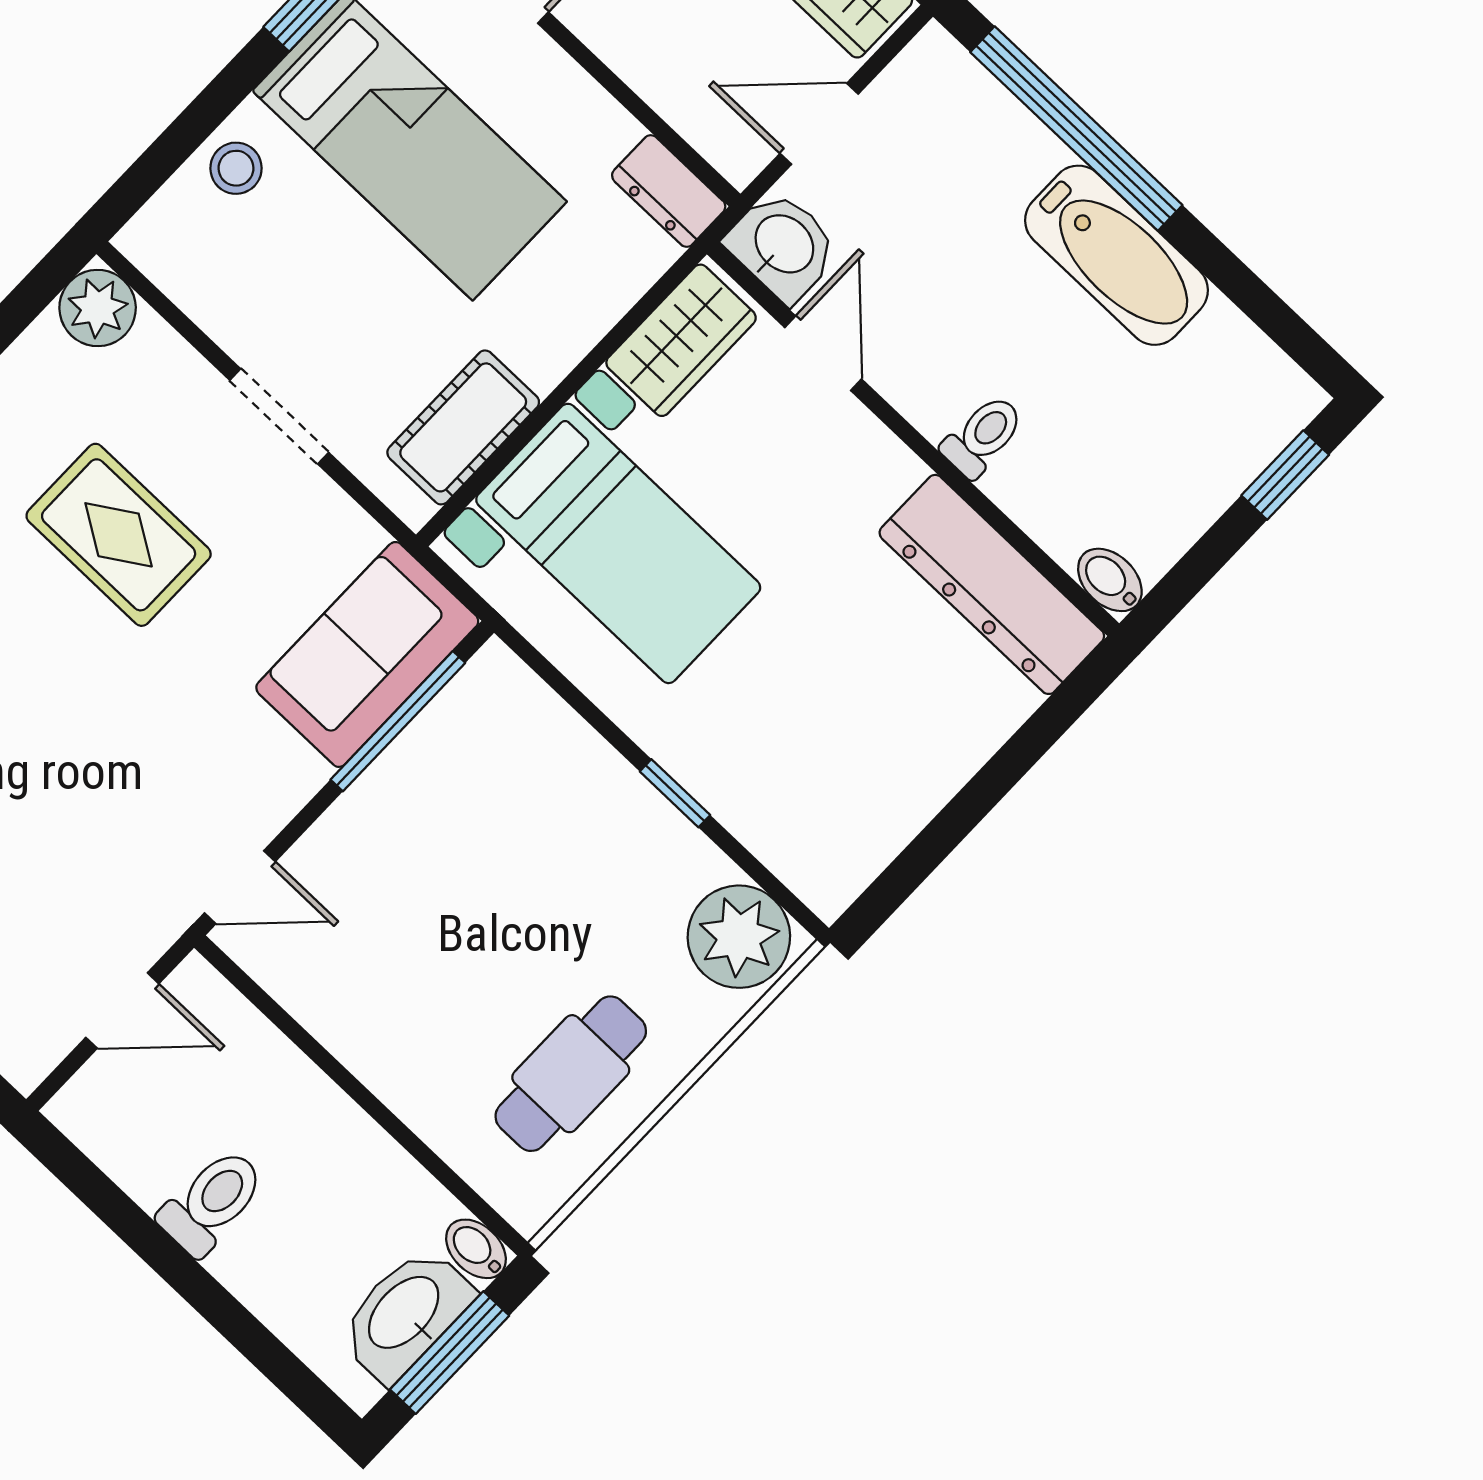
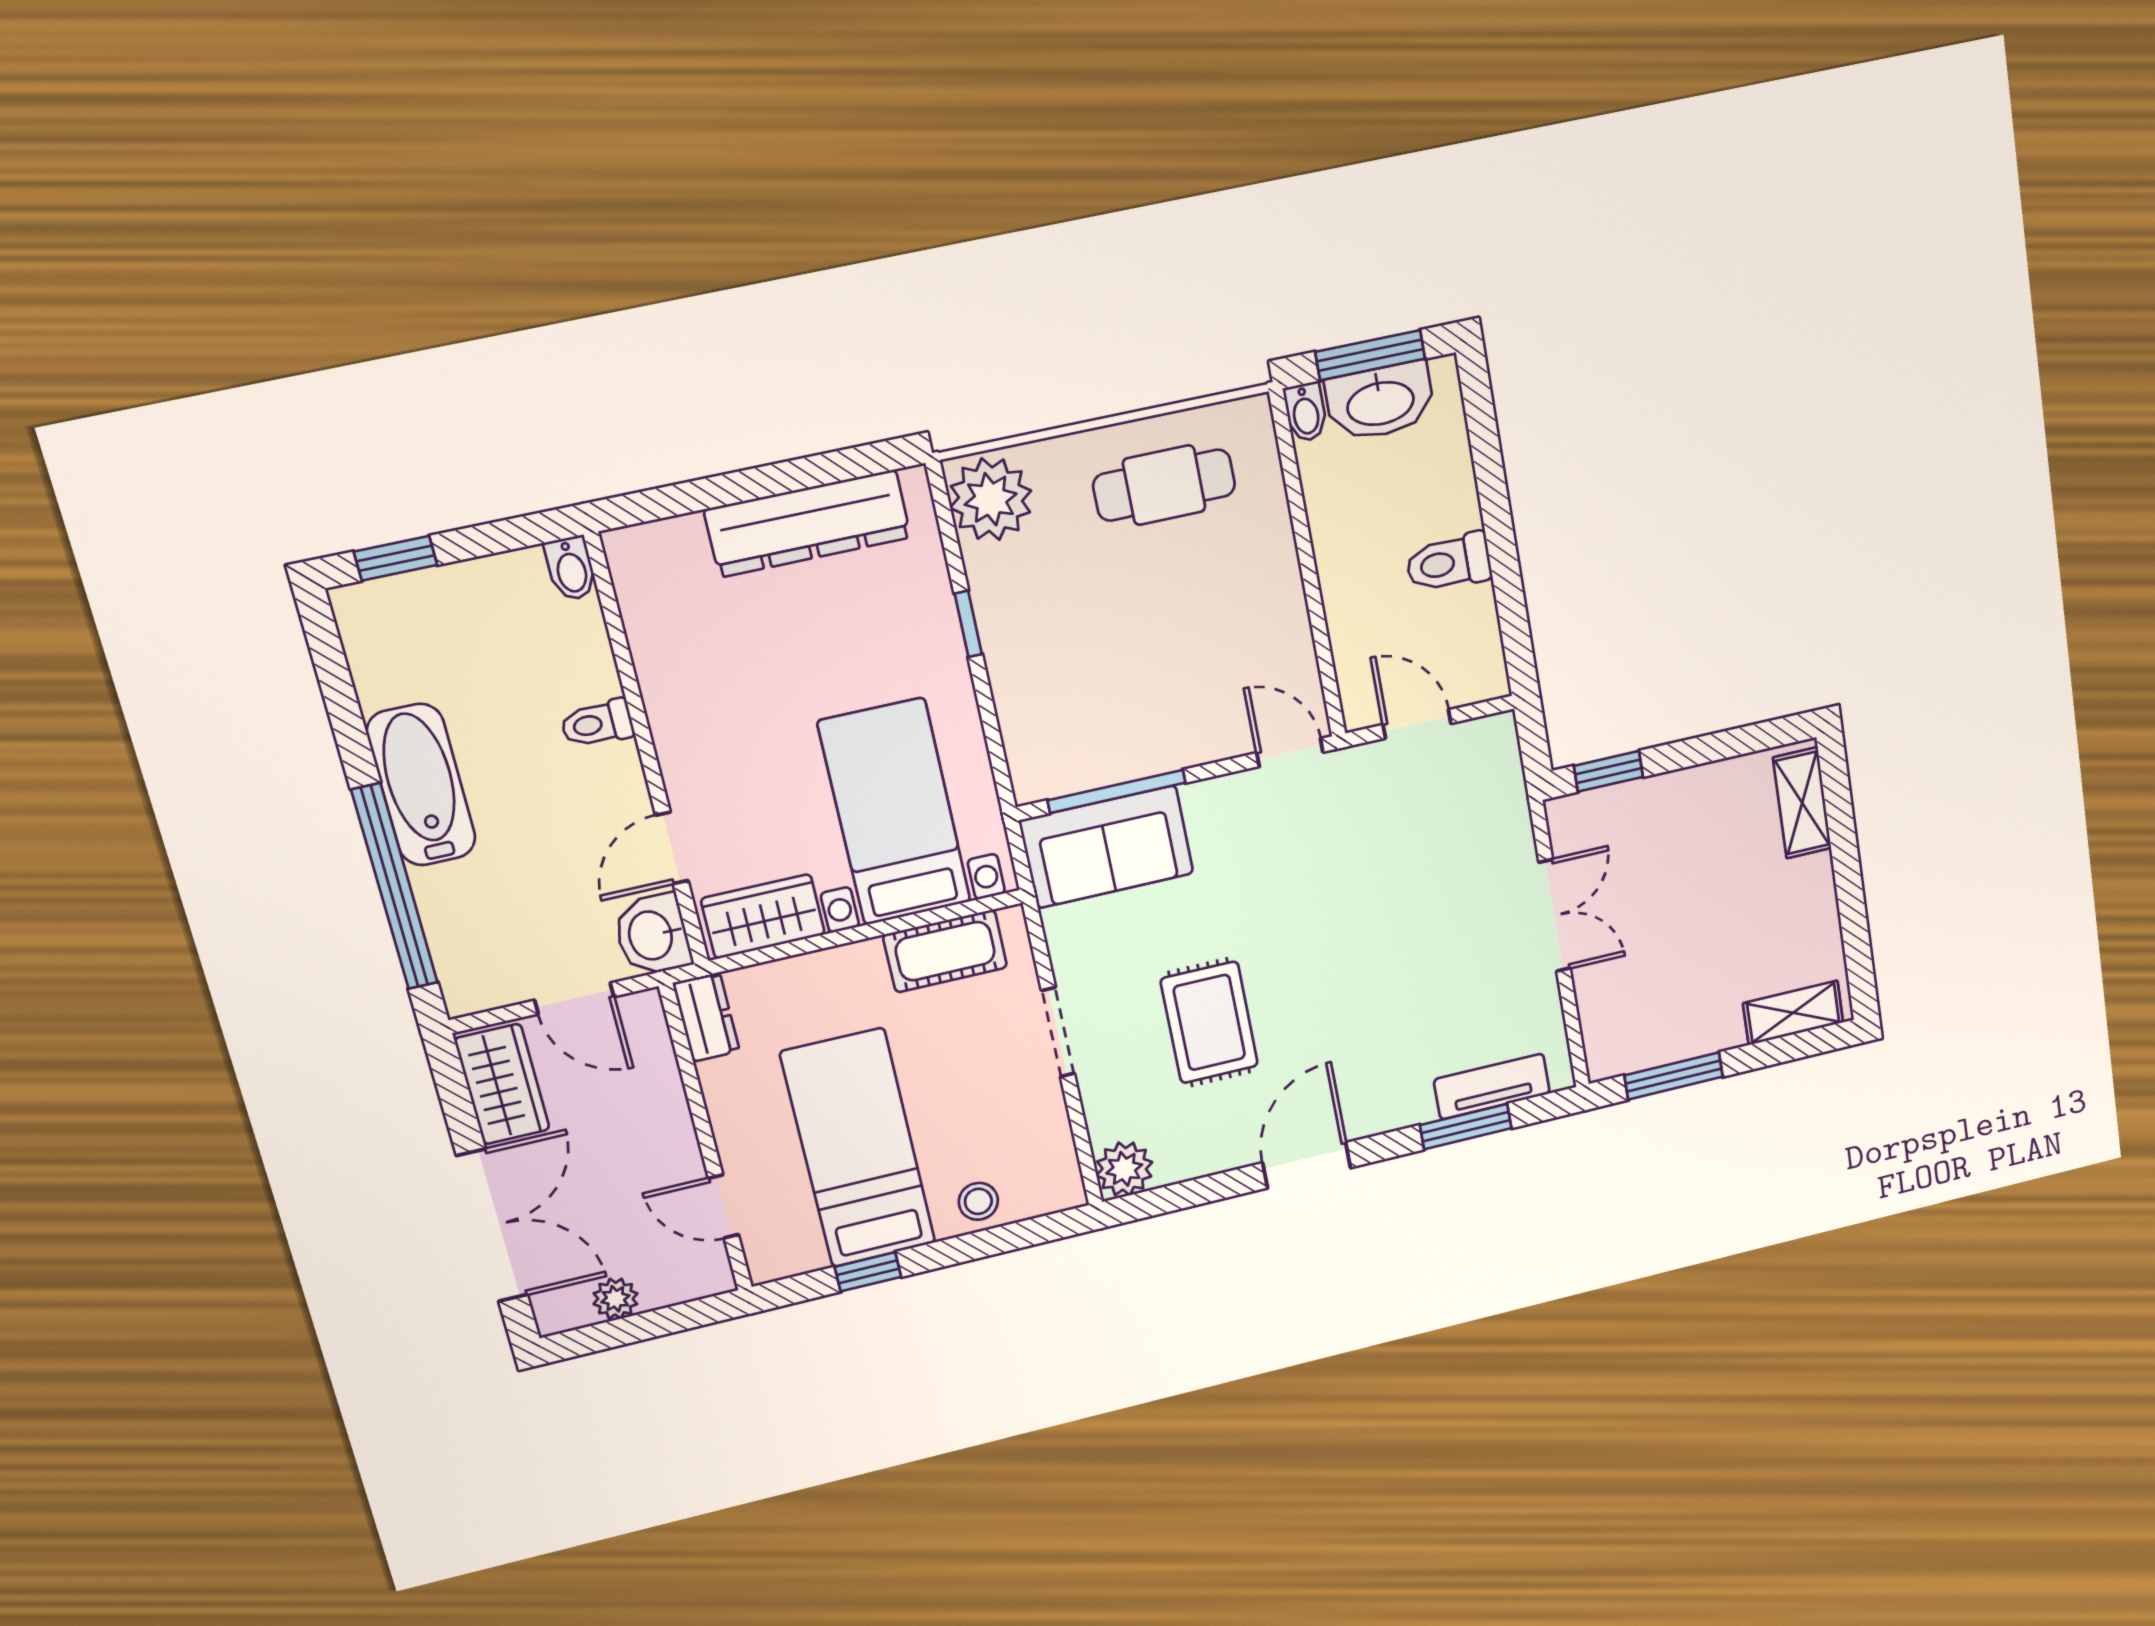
dresser: (992, 584) -> (808, 523), moved, turned 90

